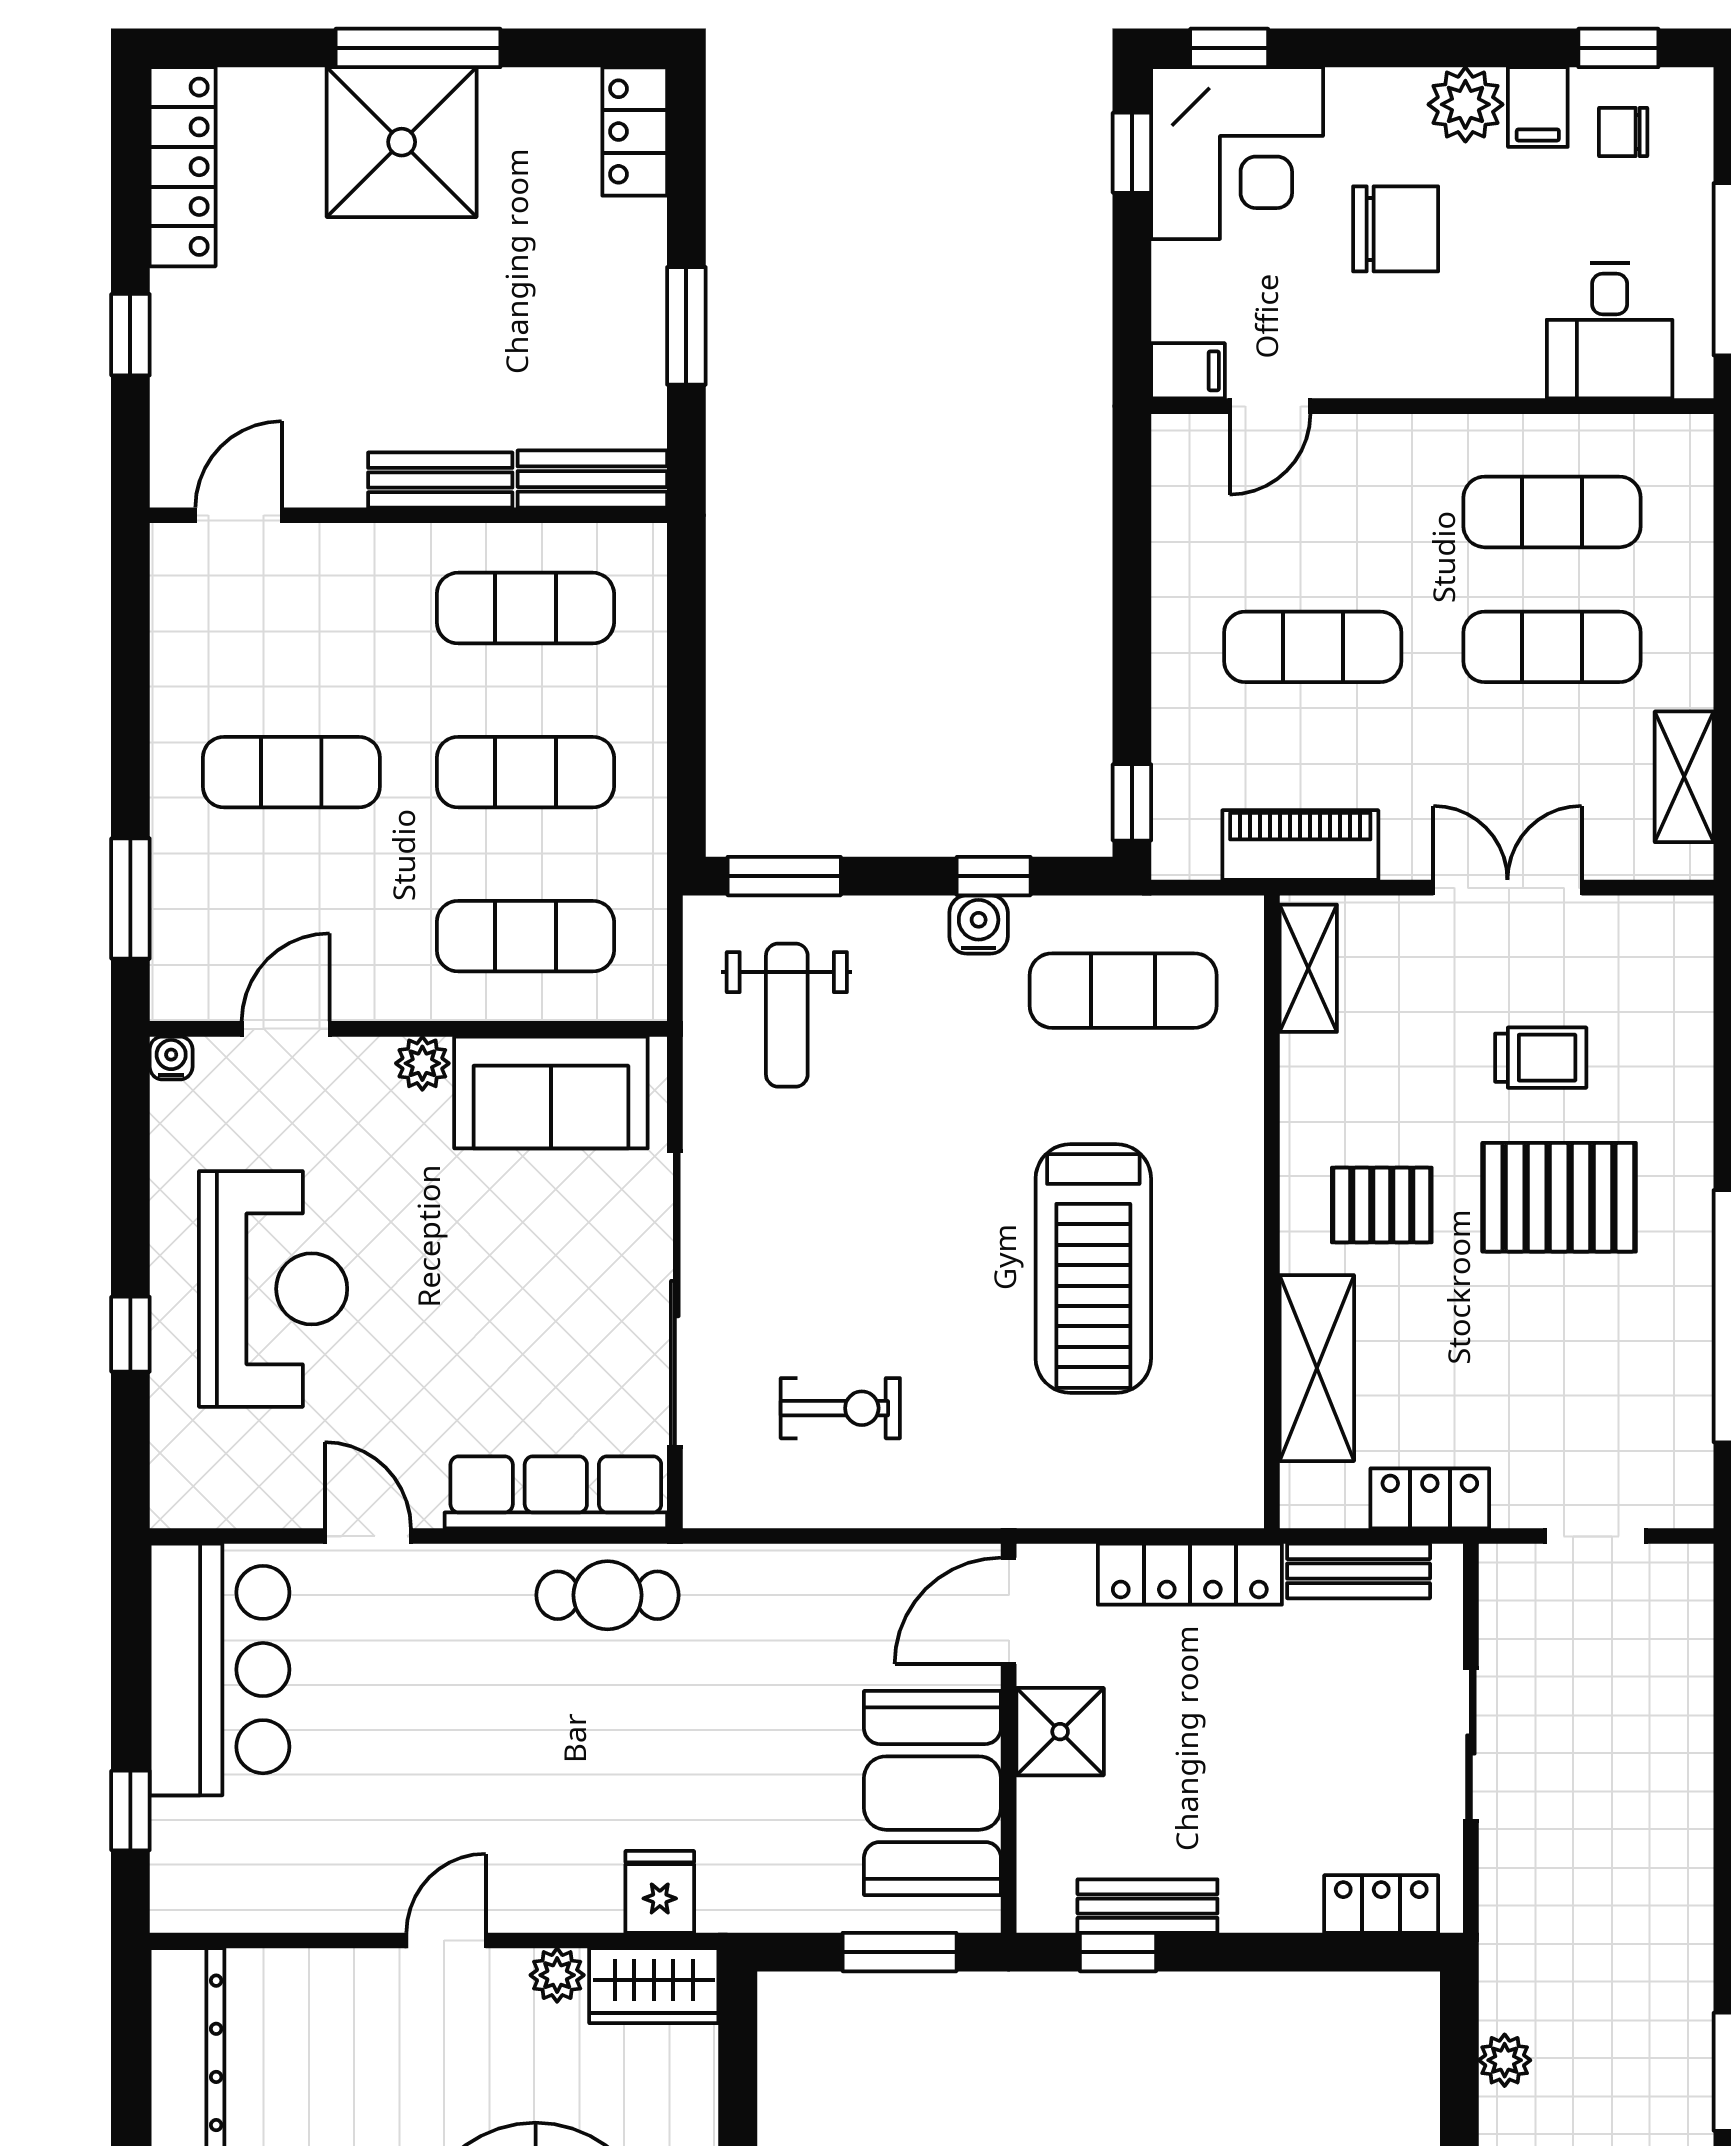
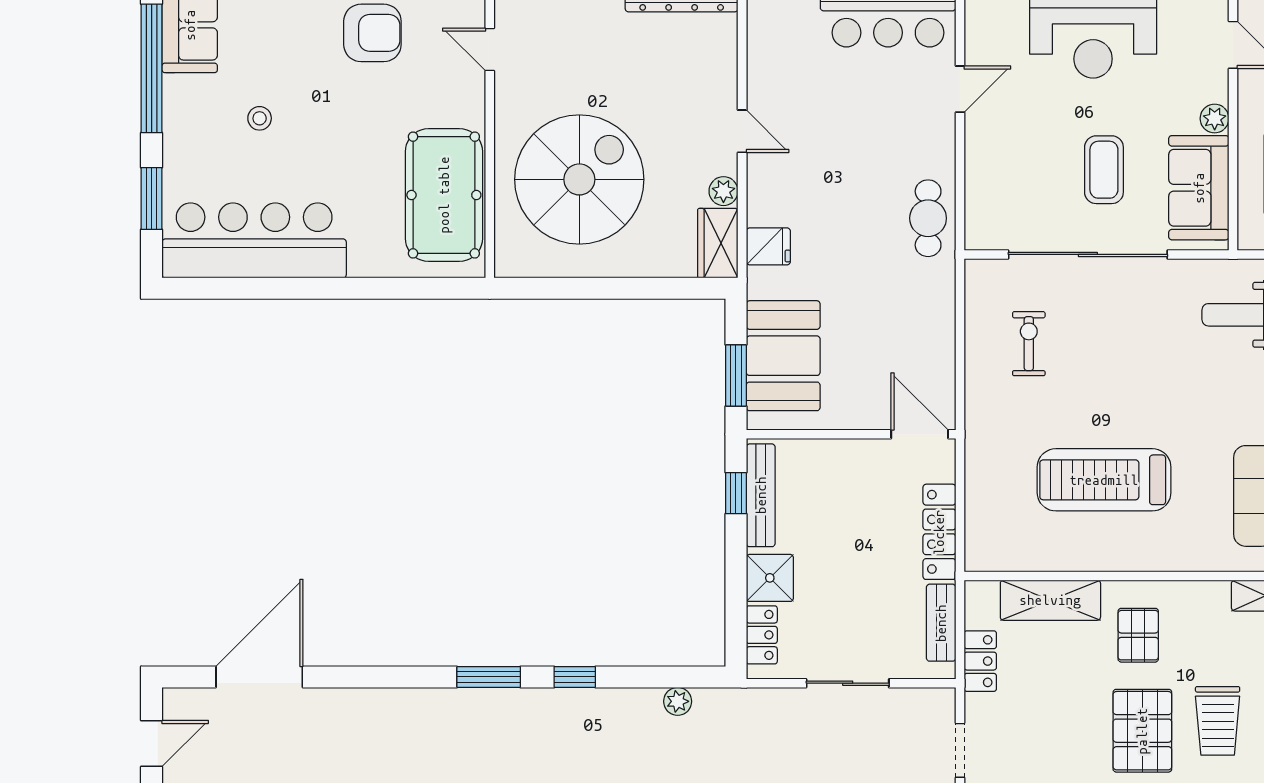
trolley: (1541, 1058) -> (1218, 721), width x1.36, depth x1.39
coffee table: (517, 1269) -> (1104, 170), added
exercise bike: (840, 1408) -> (1029, 344), turned 180
row of seats: (556, 1492) -> (983, 190), removed
shower: (1060, 1732) -> (770, 578), moved
booth: (932, 1793) -> (783, 356), moved, turned 90
bench: (1147, 1906) -> (761, 495), width x1.36

